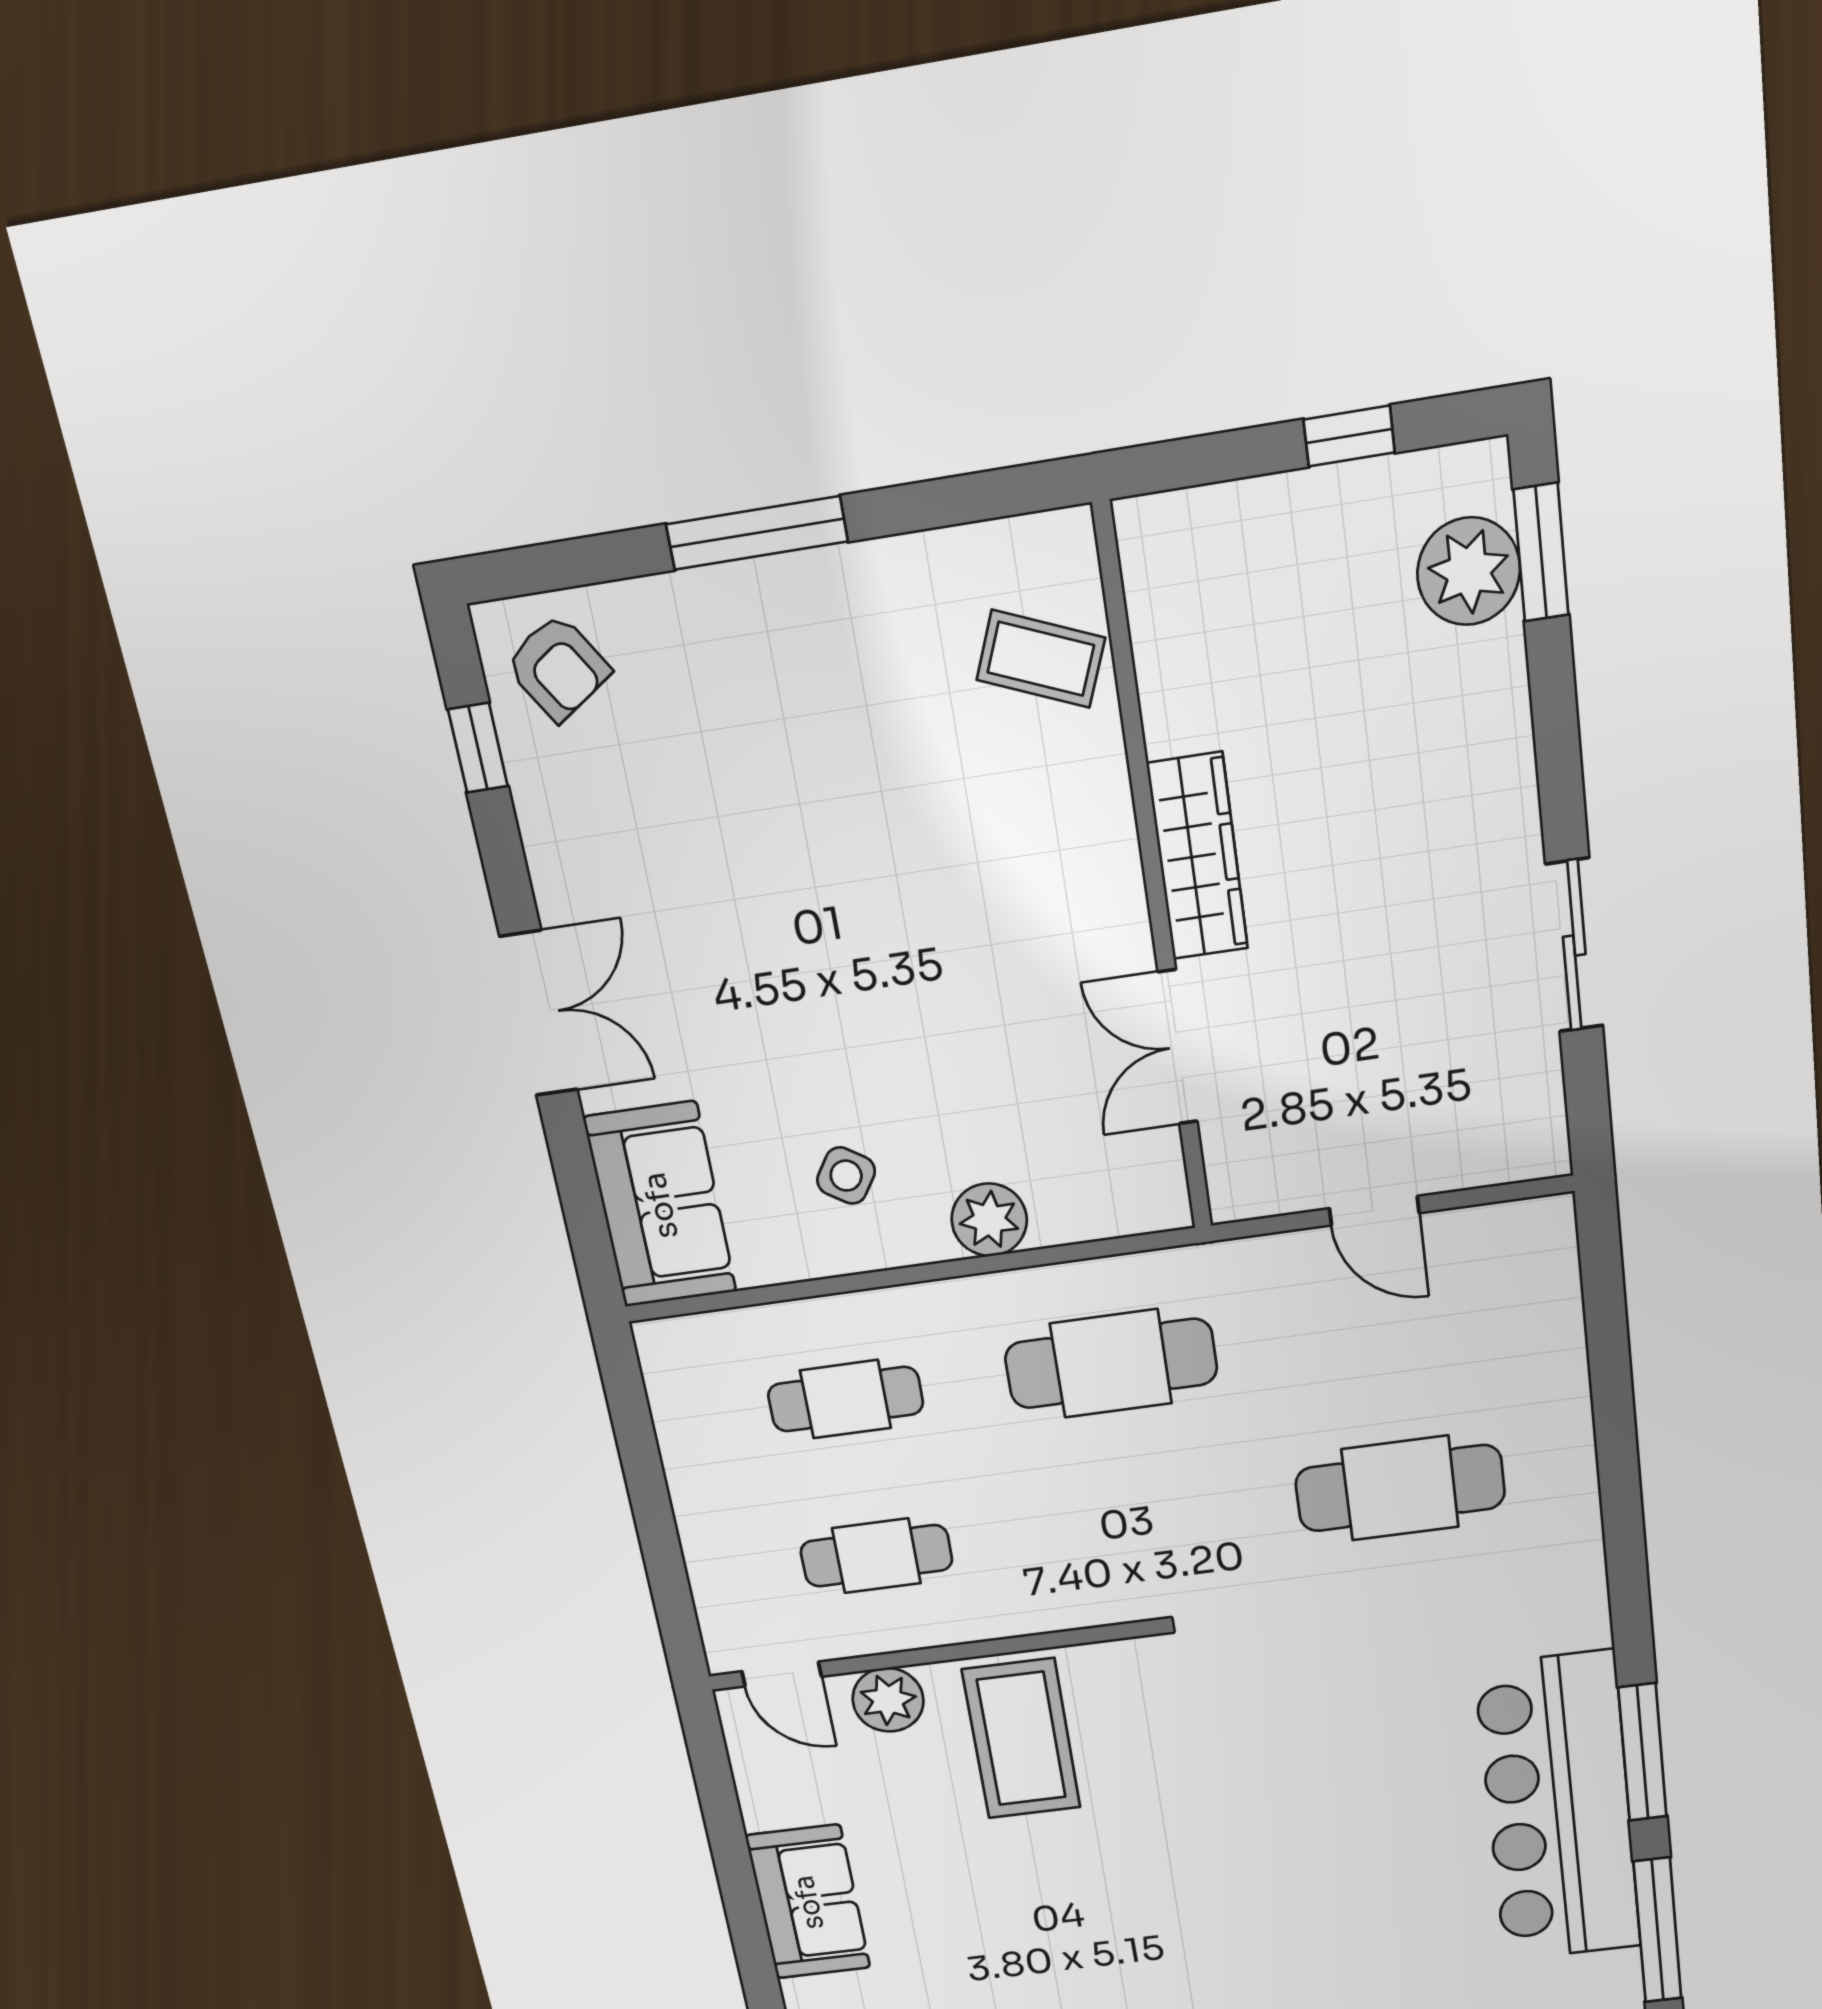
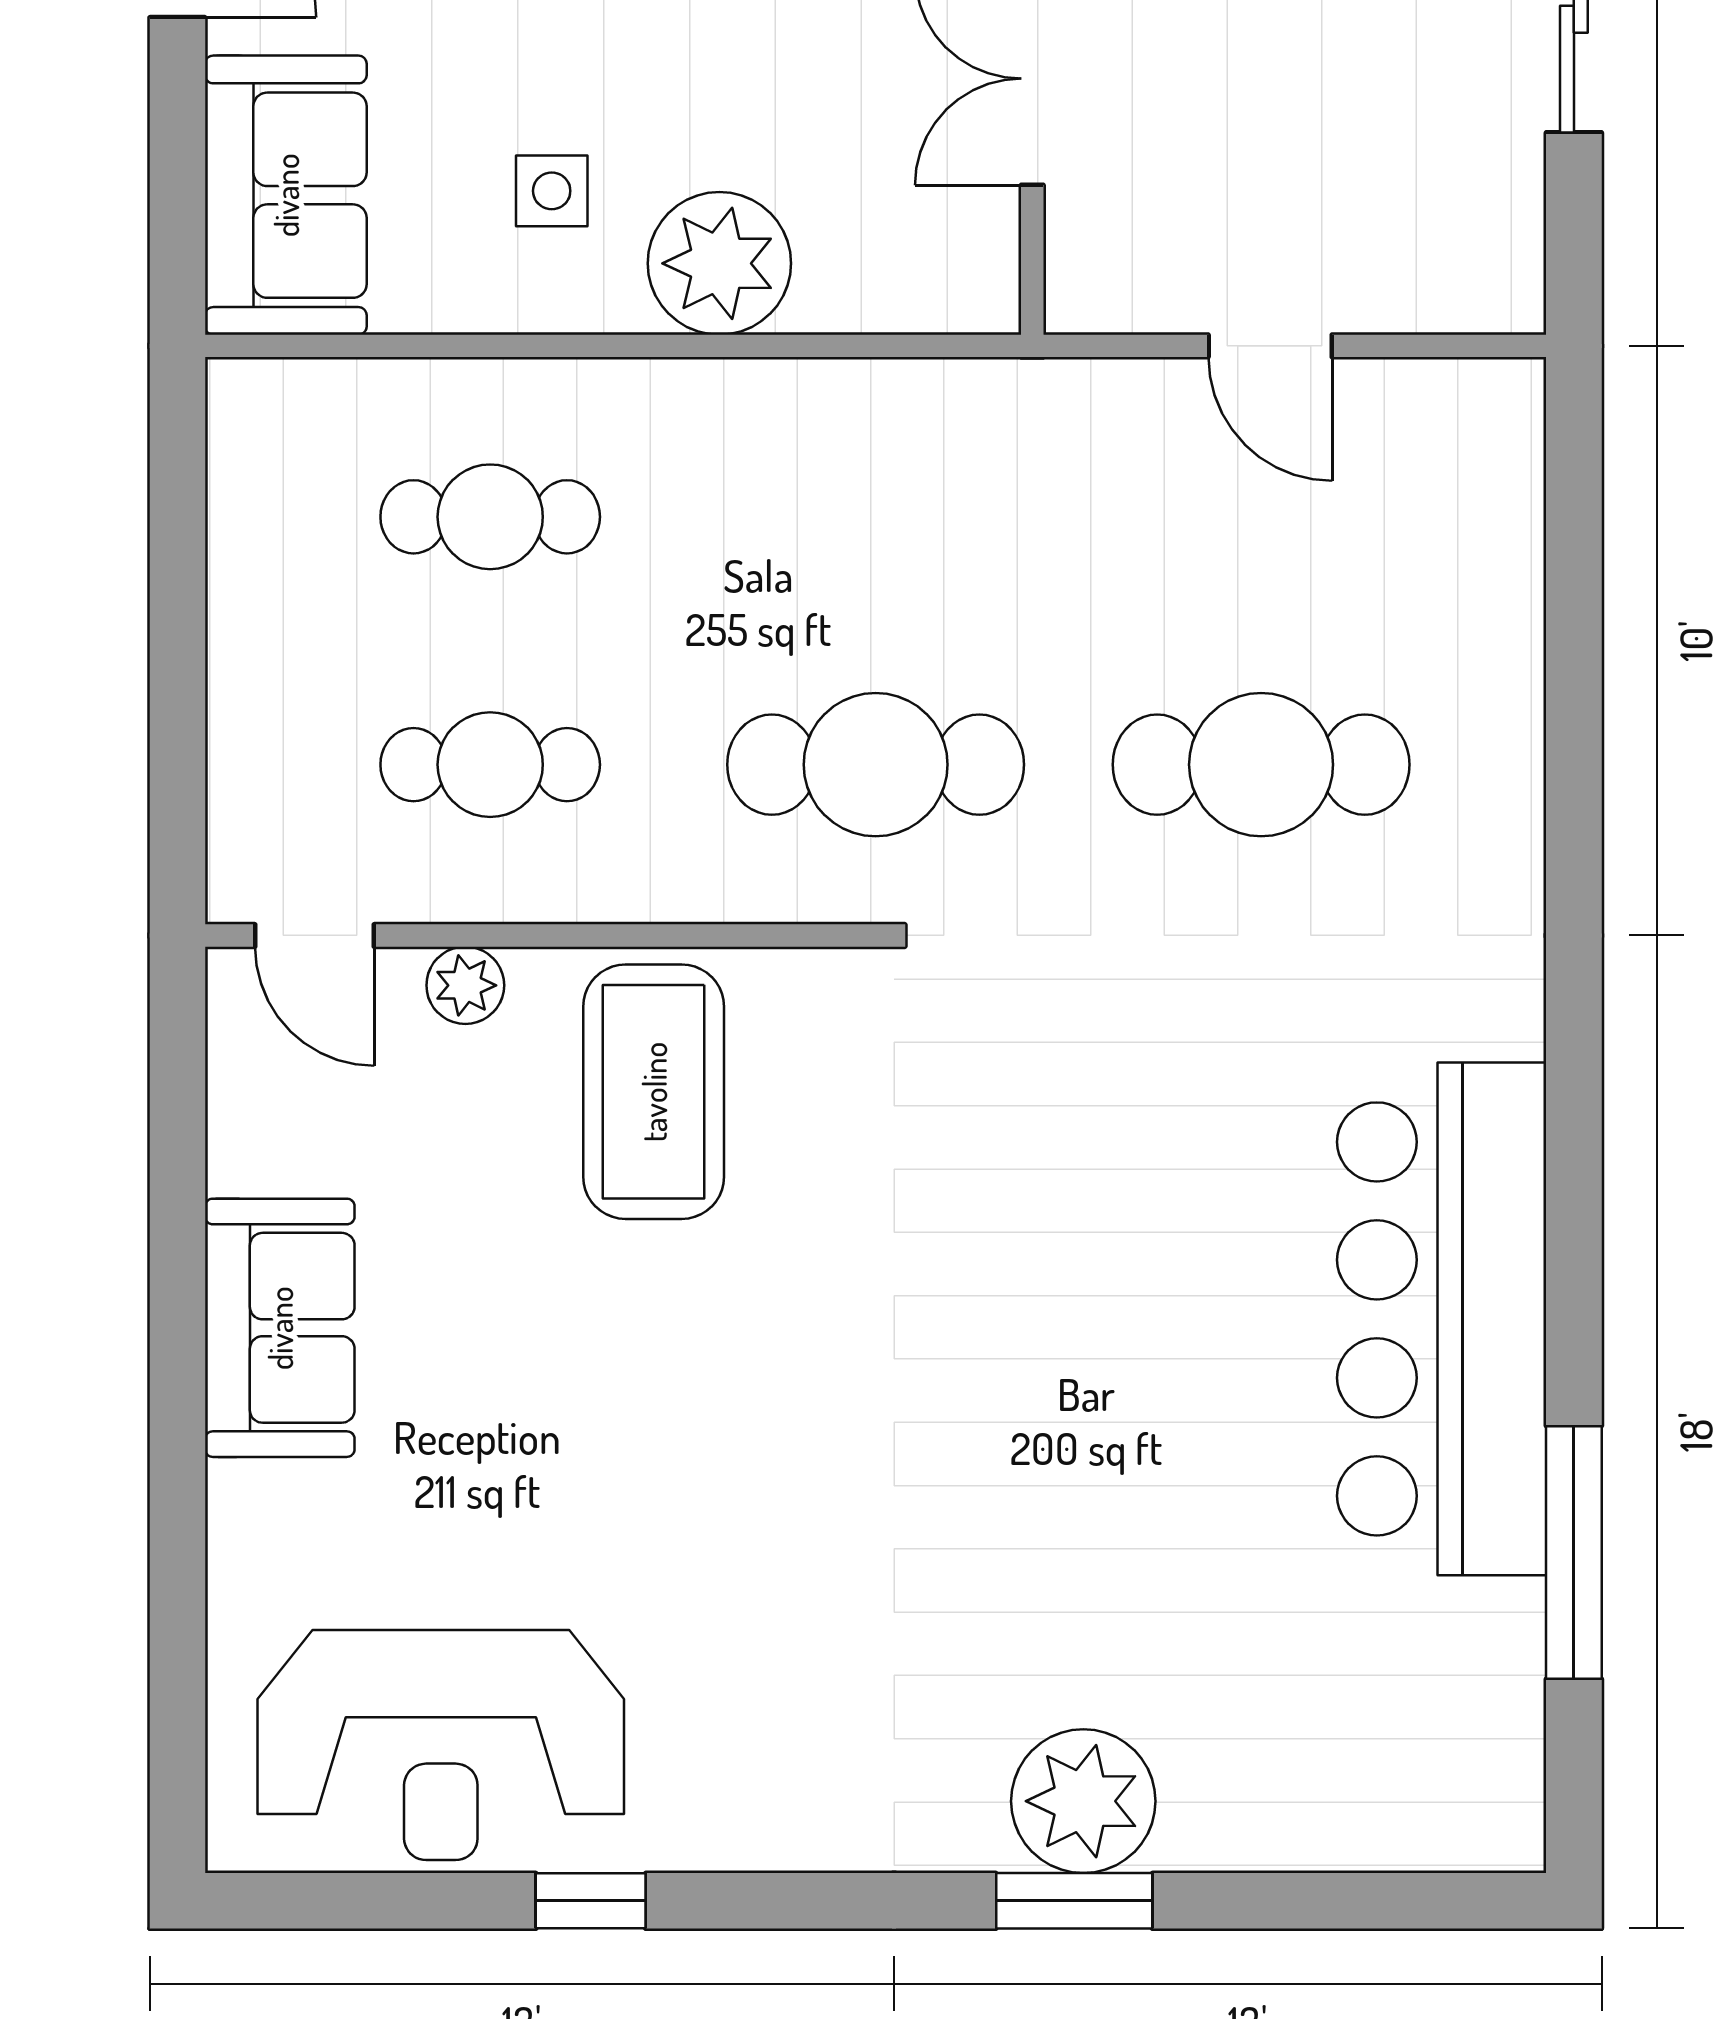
side table: (846, 1176) -> (552, 191), turned -33
plant: (989, 1220) -> (719, 263), width x1.36, depth x1.36
cafe table: (1111, 1363) -> (876, 765), moved
plant: (888, 1700) -> (465, 985), width x0.73, depth x0.73
window: (1642, 1752) -> (1574, 1241), removed

